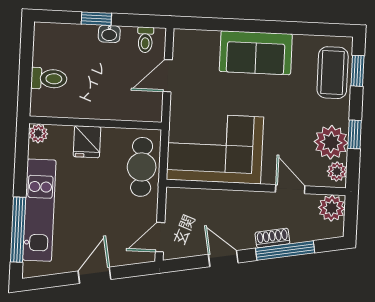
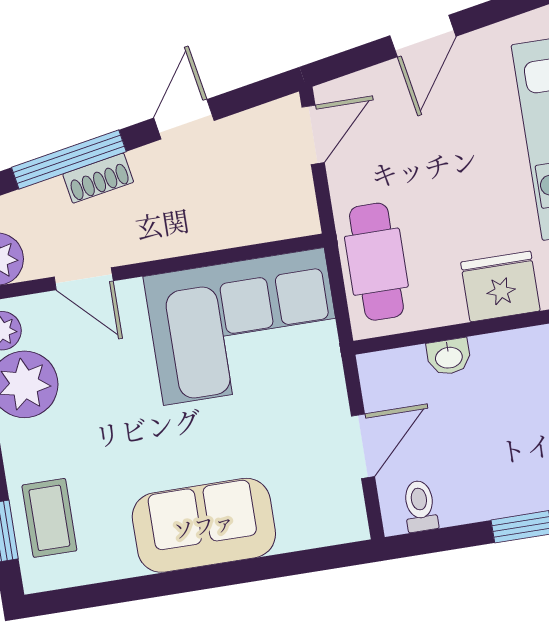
washbasin: (109, 34) -> (449, 357), moved, turned 180
coffee table: (333, 73) -> (49, 518), width x0.73, depth x0.77
fridge: (87, 142) -> (500, 286), width x1.38
door: (223, 259) -> (184, 119), swing flipped

